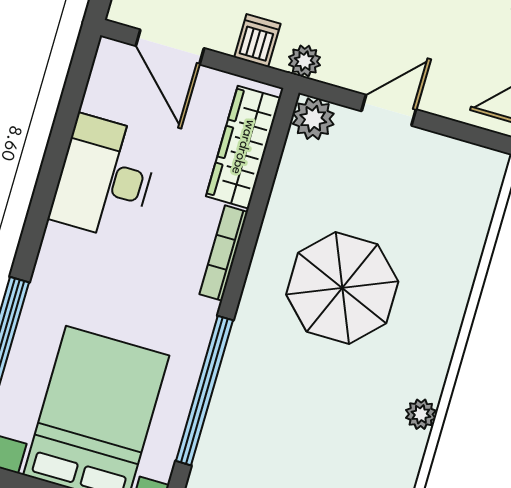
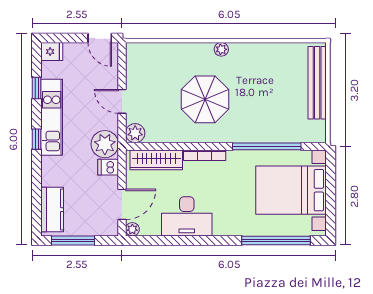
plant: (111, 54) -> (132, 229), added
plant: (304, 61) -> (105, 144), width x1.87, depth x1.87
plant: (421, 414) -> (221, 49), moved

